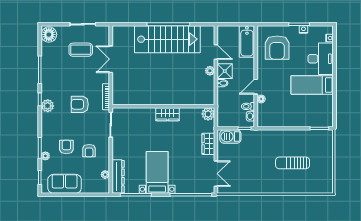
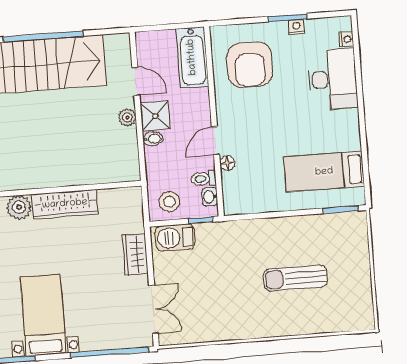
bed: (312, 85) -> (324, 172), moved
wardrobe: (168, 114) -> (65, 204), width x1.50
plant: (208, 114) -> (19, 207), moved
stool: (229, 117) -> (169, 202), added

